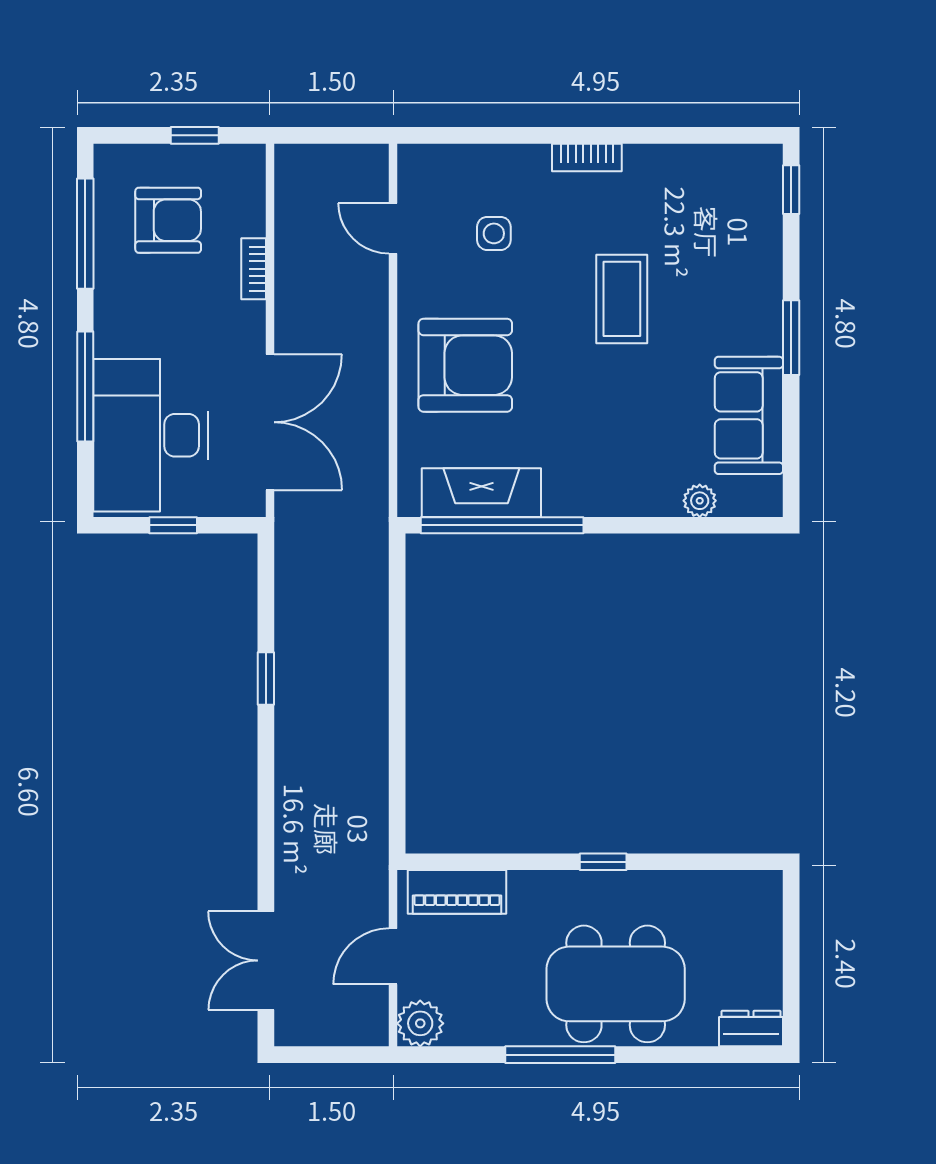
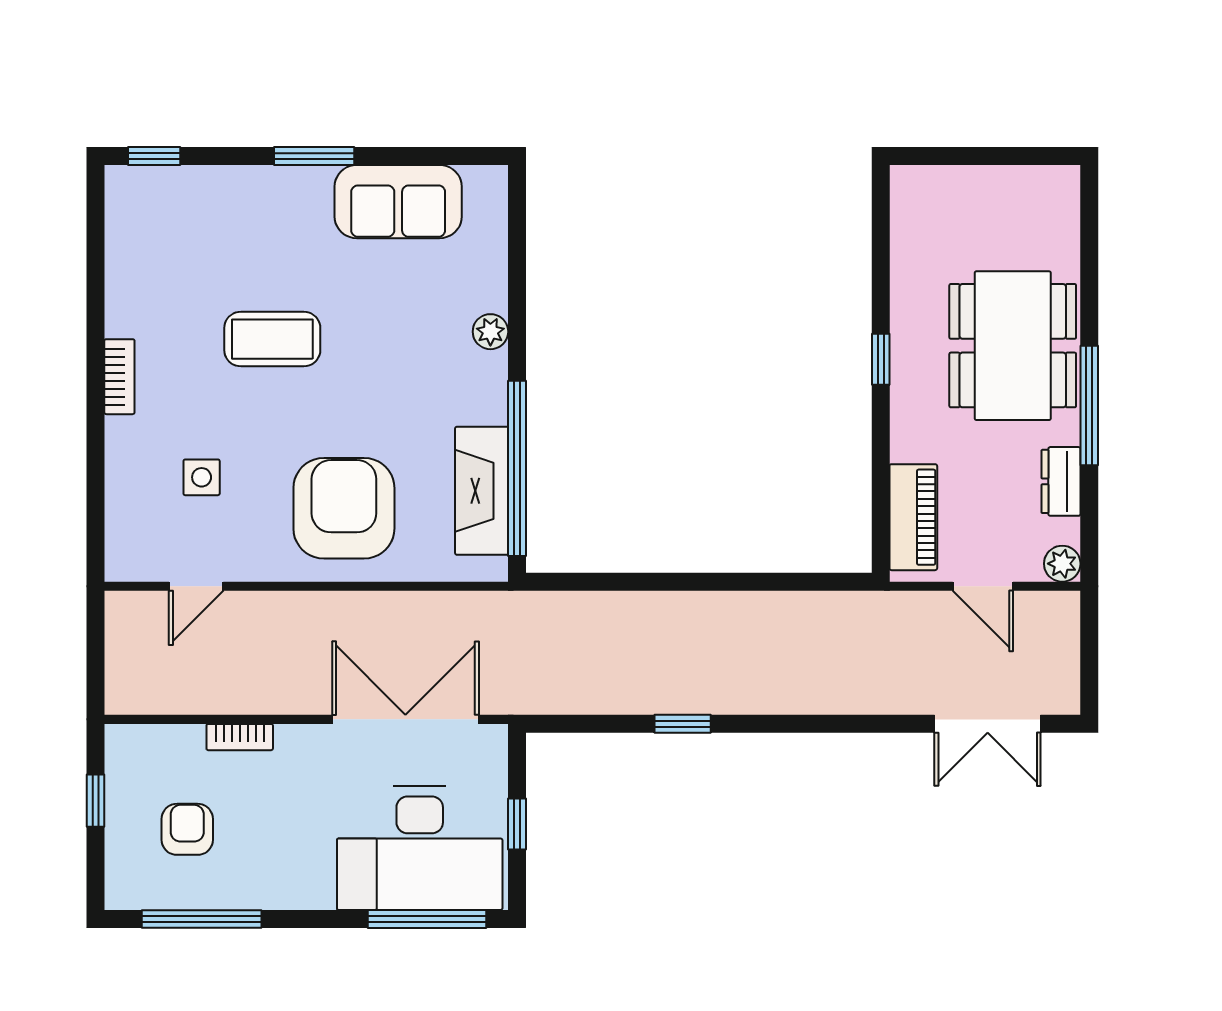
armchair: (168, 220) -> (187, 829), width x0.72, depth x0.72
window: (85, 387) -> (427, 919), moved
plant: (700, 501) -> (490, 332), moved
plant: (420, 1023) -> (1062, 564), width x0.73, depth x0.73
dresser: (751, 1028) -> (1061, 481), moved

